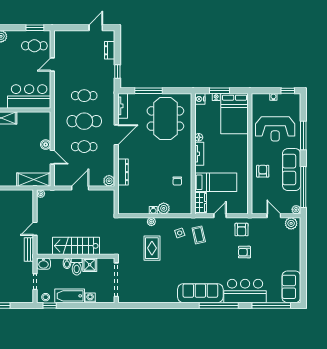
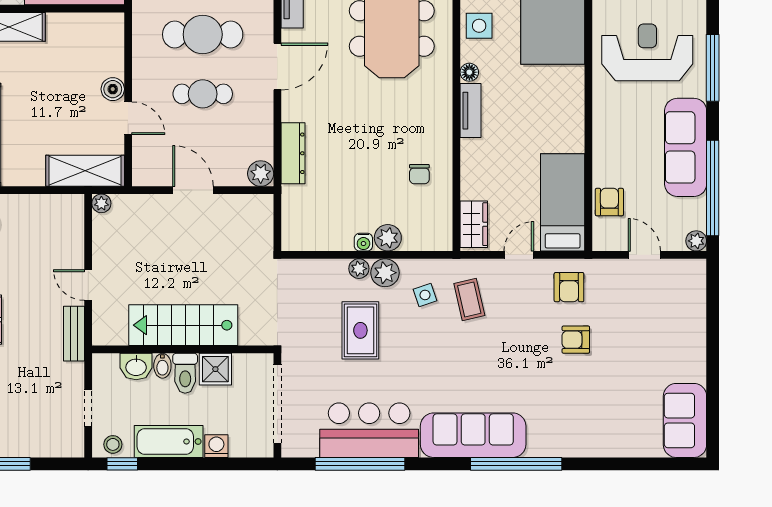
side table: (203, 117) -> (479, 26), added
reception desk: (275, 129) -> (647, 52), turned 180
armchair: (263, 171) -> (609, 202), moved
bed: (216, 182) -> (563, 202), moved, turned -90
door: (80, 188) -> (193, 190), hinge flipped
plant: (291, 223) -> (385, 273), moved
door: (35, 229) -> (88, 285), hinge flipped
washbasin: (43, 264) -> (136, 367), moved
bar counter: (245, 291) -> (369, 430), moved
window: (271, 305) -> (360, 464), moved

